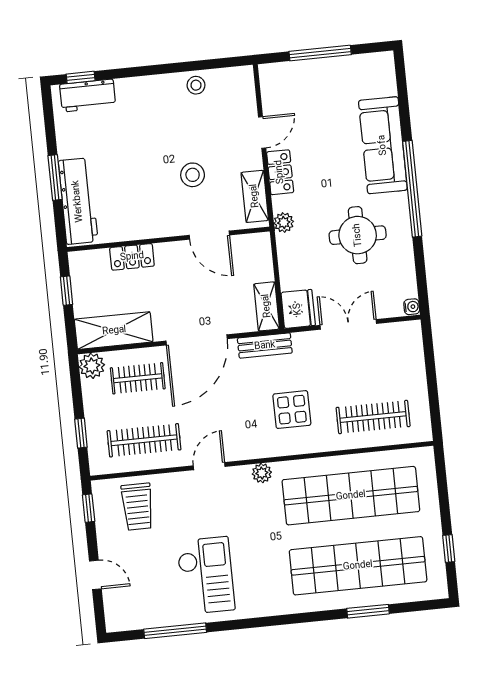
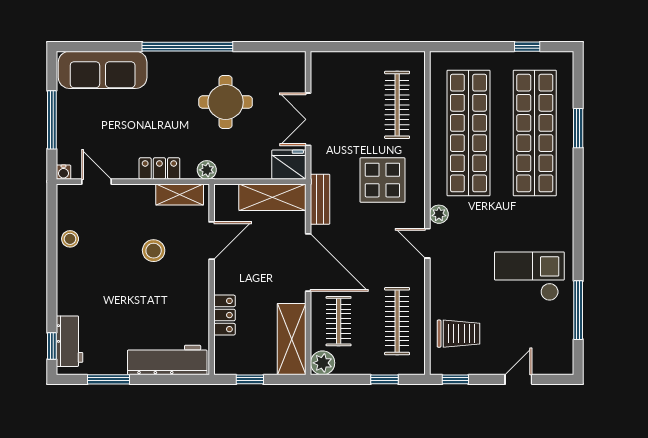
door: (262, 132) -> (96, 182), moved
sofa: (383, 145) -> (103, 70), moved
window: (55, 178) -> (109, 379), moved
shelving: (267, 306) -> (272, 197), width x1.50, depth x1.33
water cooler: (412, 307) -> (63, 172), moved, turned 180
display table: (292, 410) -> (382, 180), width x1.36, depth x1.36
door: (209, 466) -> (427, 243), moved

